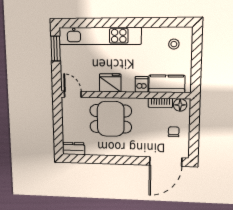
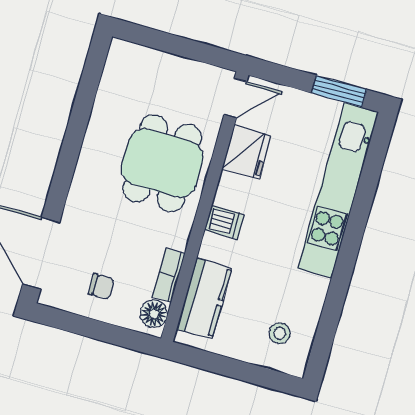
fridge: (110, 83) -> (247, 152), moved
dishwasher: (142, 84) -> (224, 222), moved
dresser: (74, 149) -> (119, 64), removed

